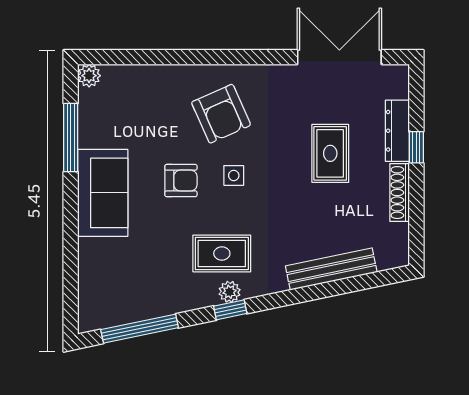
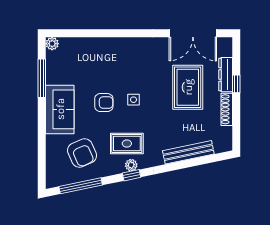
double door: (339, 57) -> (193, 33), swing flipped
armchair: (221, 114) -> (82, 153), moved
rug: (330, 153) -> (188, 87), width x1.36, depth x1.43

